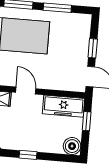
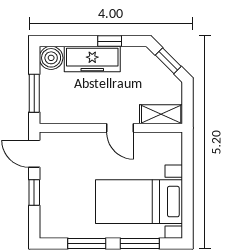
freezer: (64, 106) -> (92, 59), moved, turned 180
window: (87, 121) -> (34, 93), width x1.50

